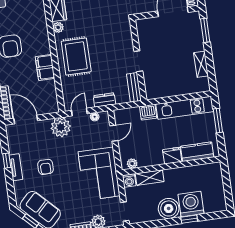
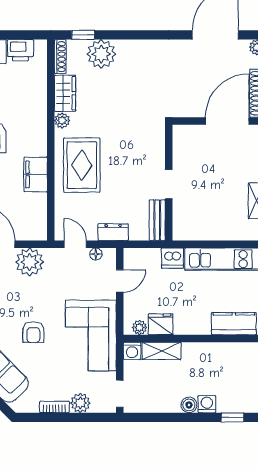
door: (79, 112) -> (75, 244), hinge flipped
plant: (61, 127) -> (30, 262), moved
fridge: (172, 156) -> (161, 324), moved
armchair: (45, 167) -> (33, 332), moved
washing machine: (191, 204) -> (207, 404), width x0.53, depth x0.53
boiler: (169, 208) -> (189, 405), width x0.54, depth x0.54
window: (189, 219) -> (232, 417), moved

